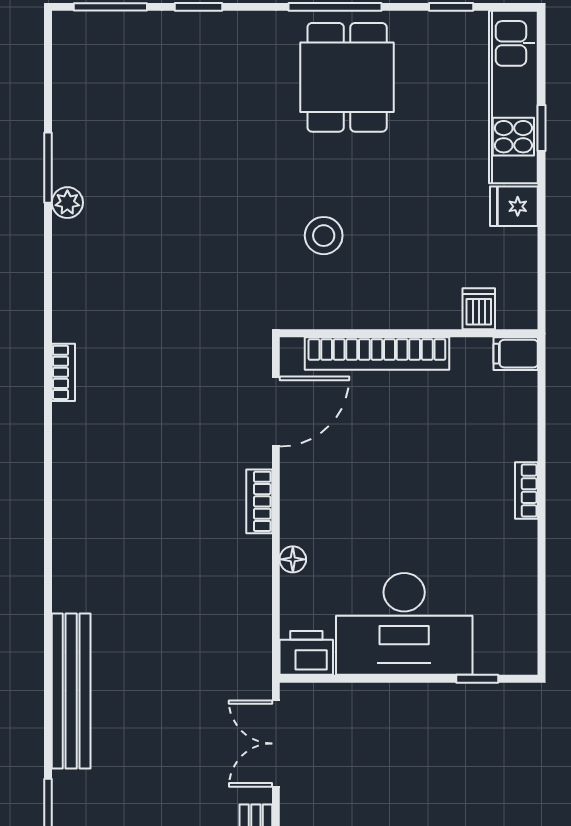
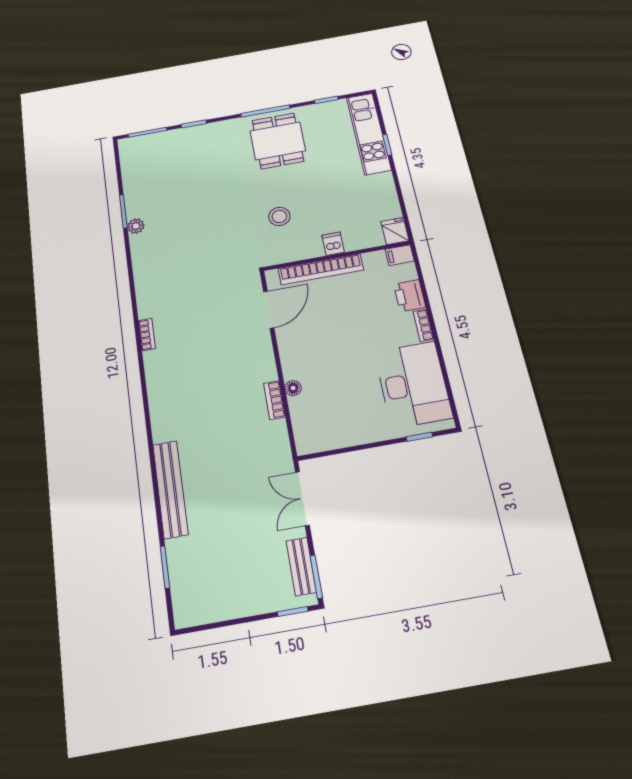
fridge: (514, 206) -> (395, 231), moved, turned 90
dishwasher: (479, 309) -> (333, 244), moved
bookcase: (63, 372) -> (147, 335), moved
bookcase: (259, 501) -> (275, 400), moved
desk: (404, 624) -> (413, 384), moved, turned -90
printer: (306, 653) -> (410, 296), moved, turned -90

